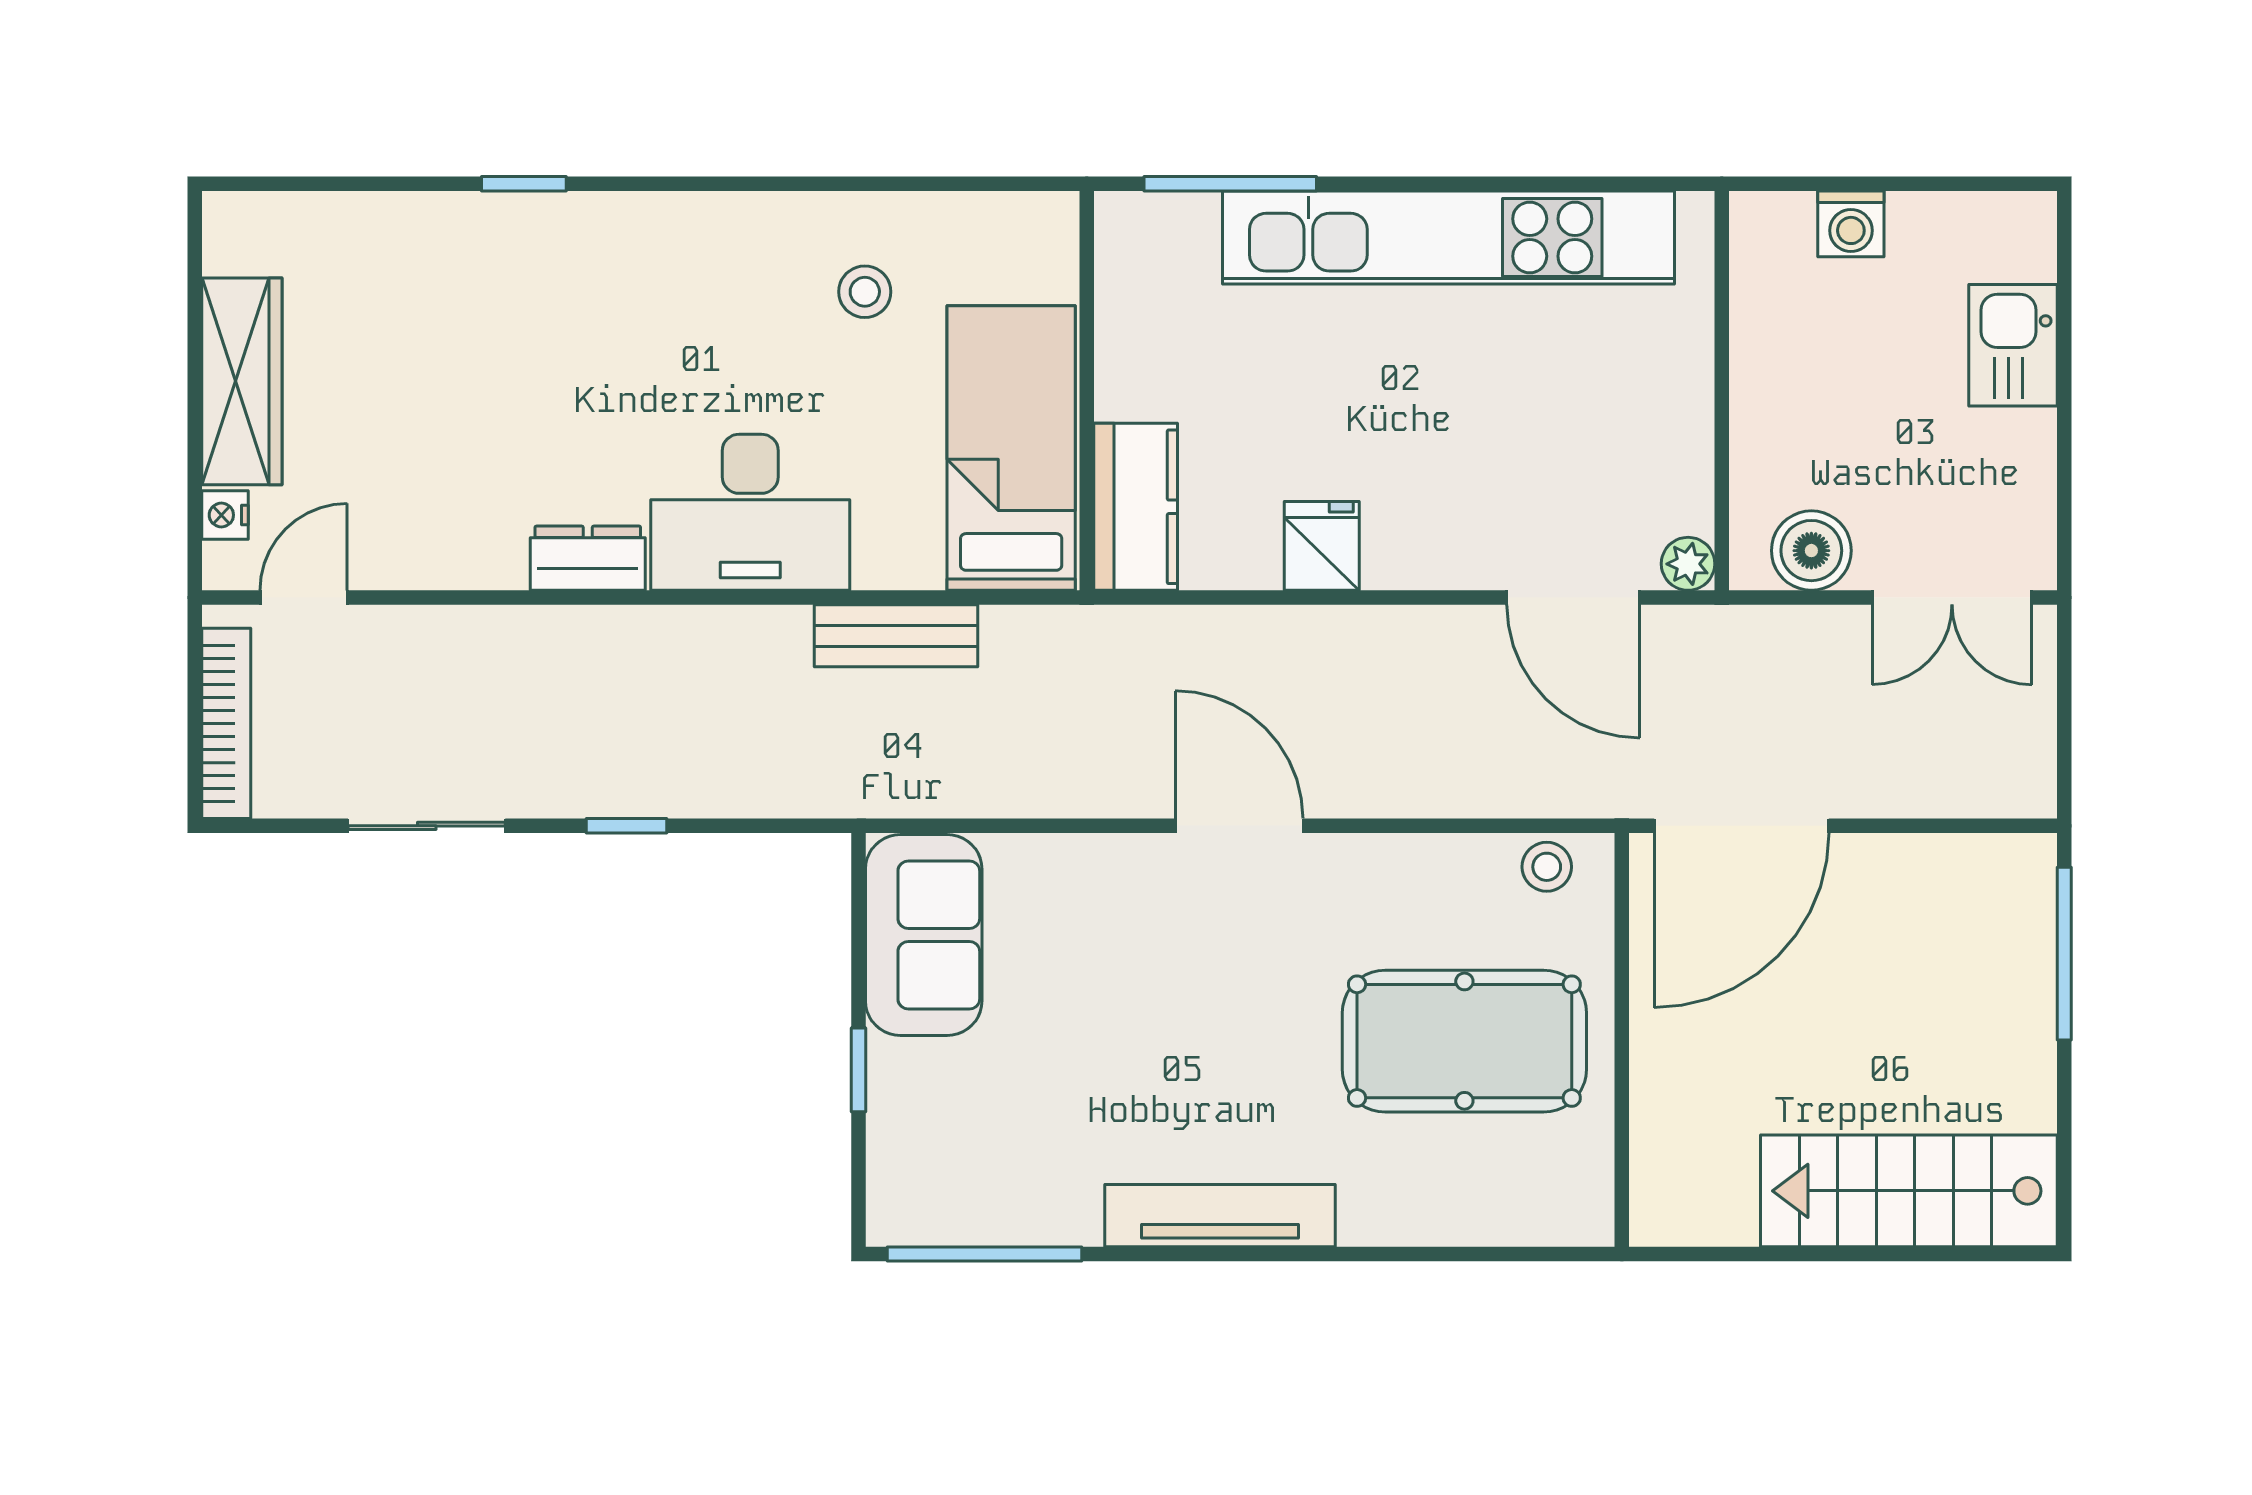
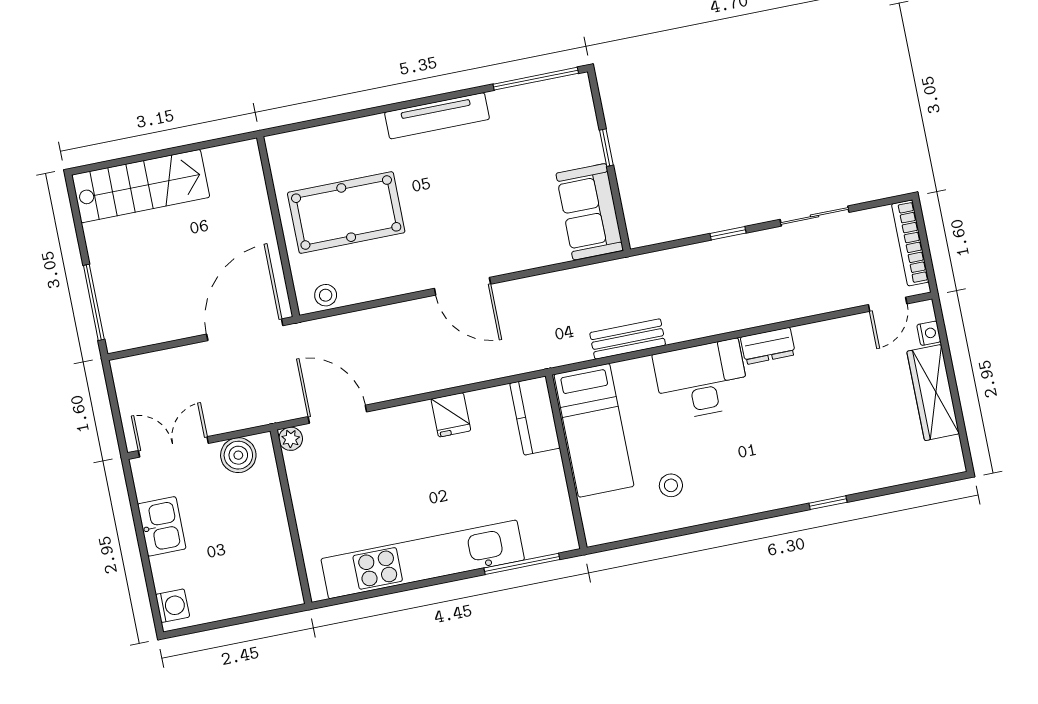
washing machine: (1851, 224) -> (173, 606), moved, turned 90
kitchen sink: (2013, 345) -> (162, 526), moved

